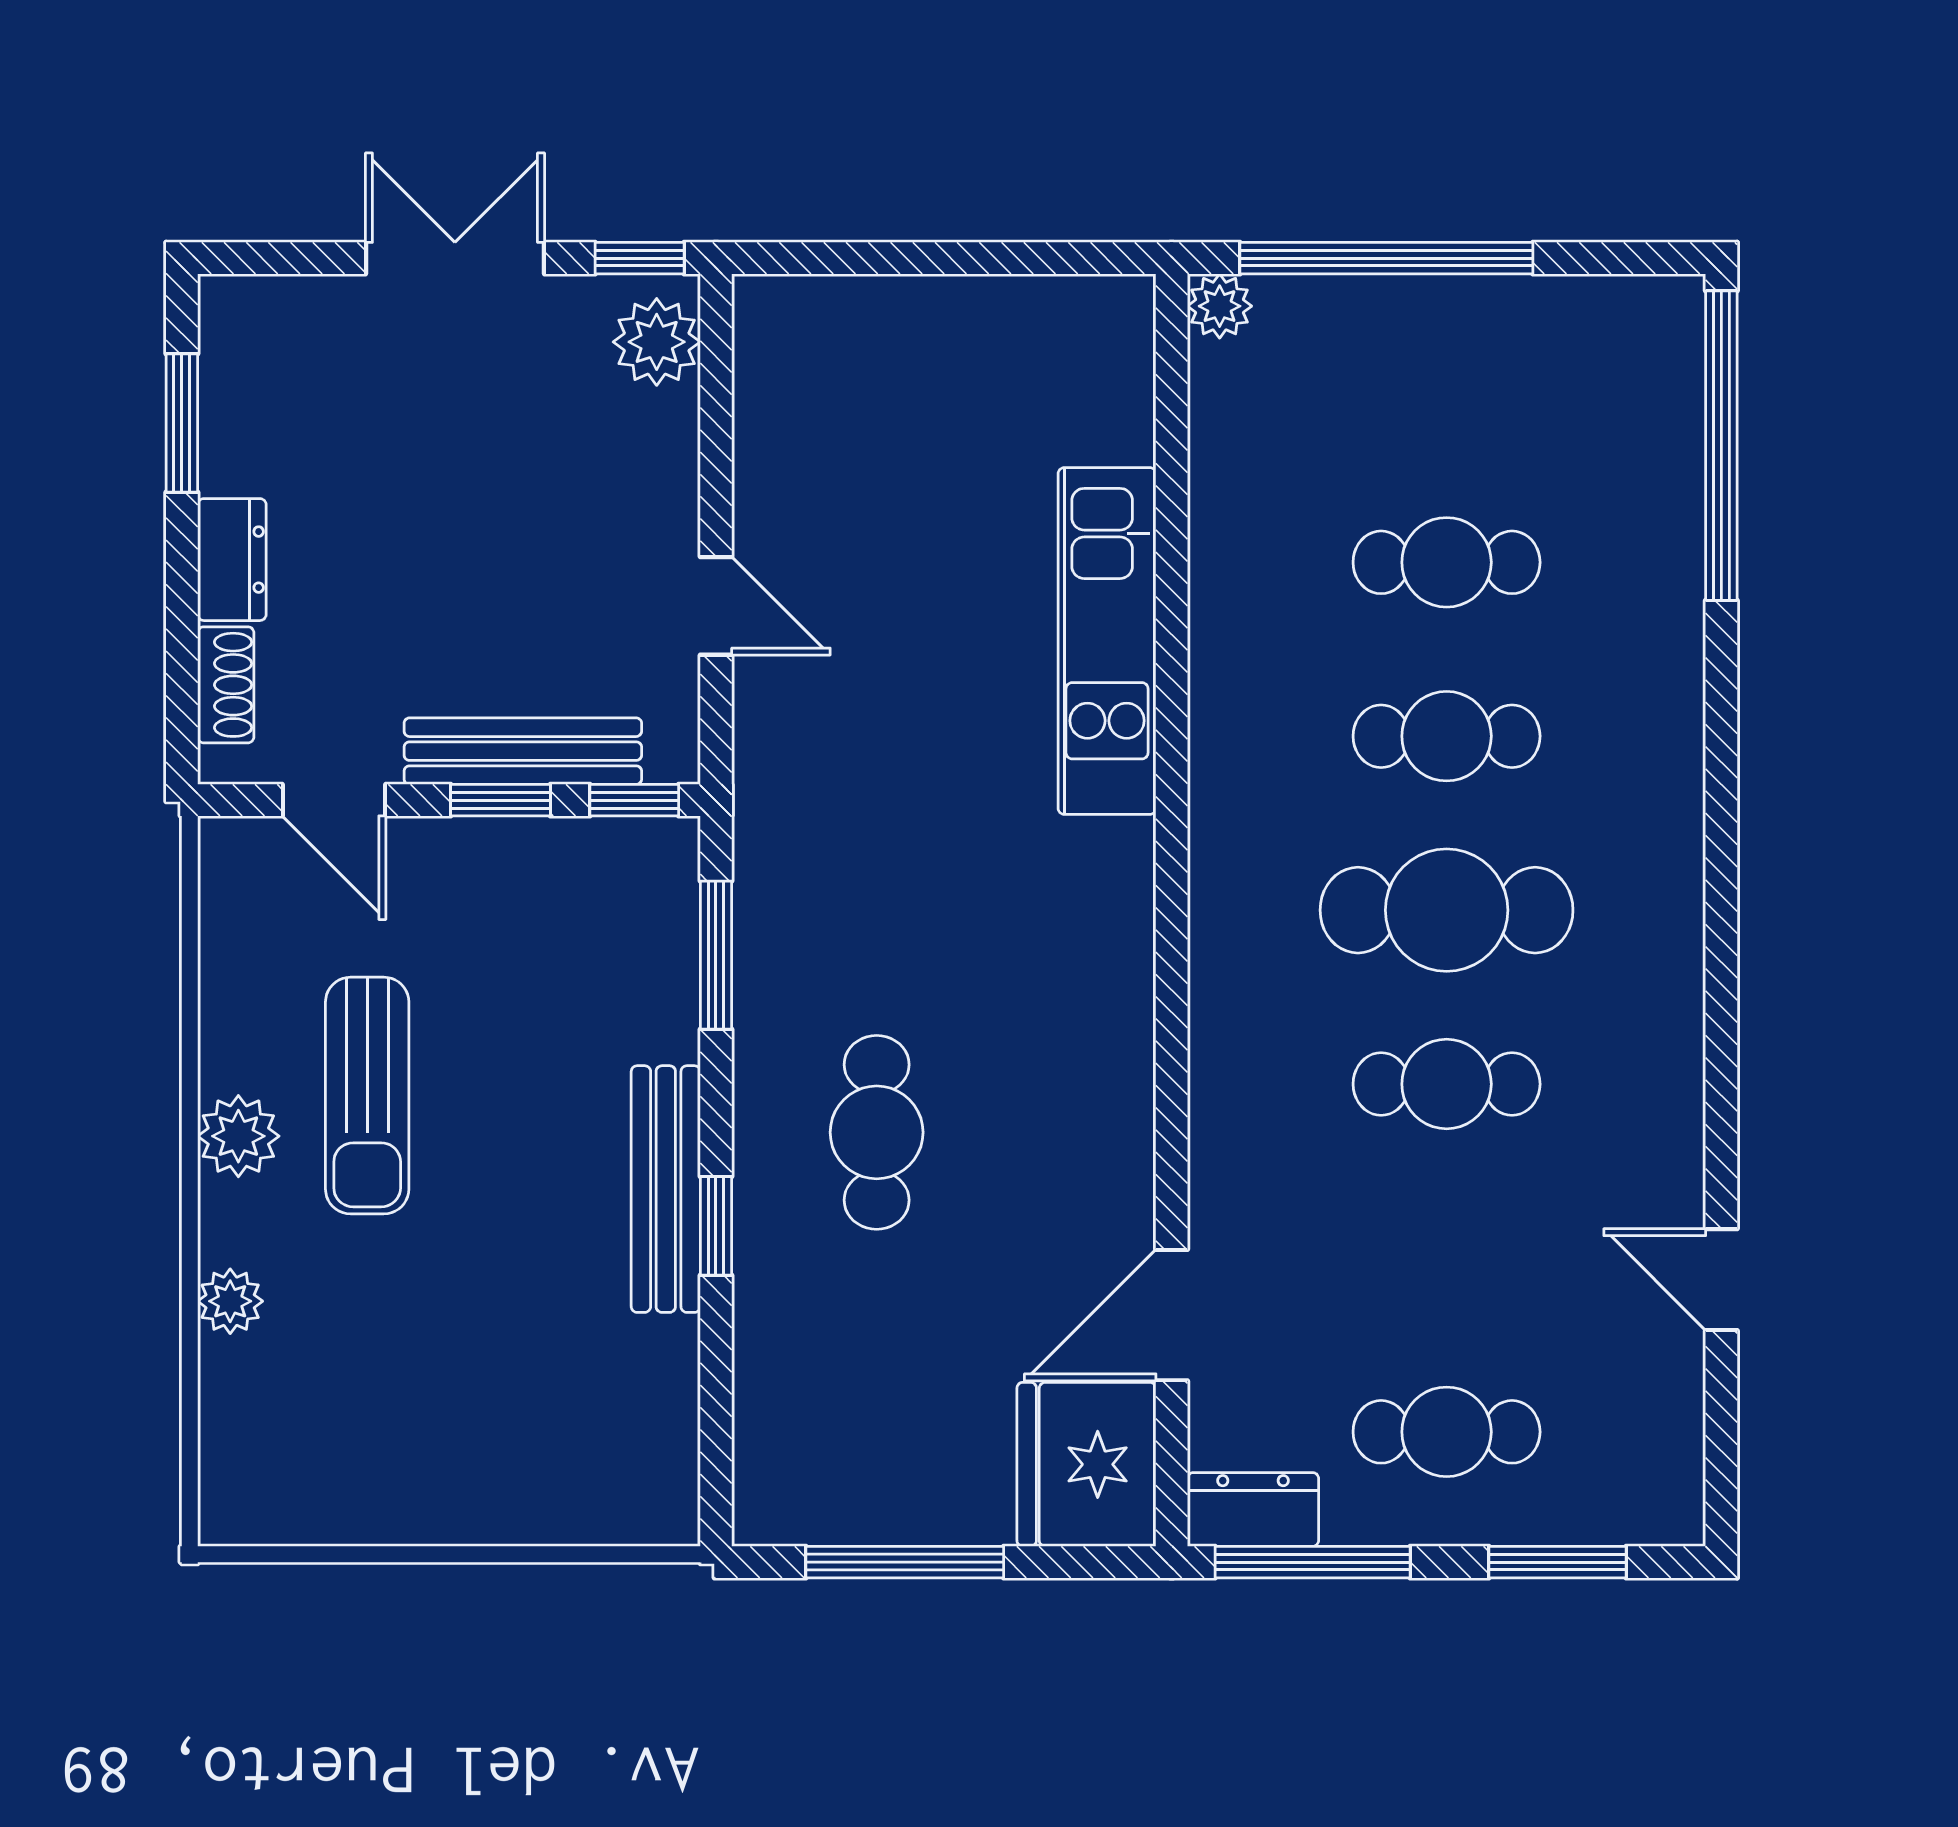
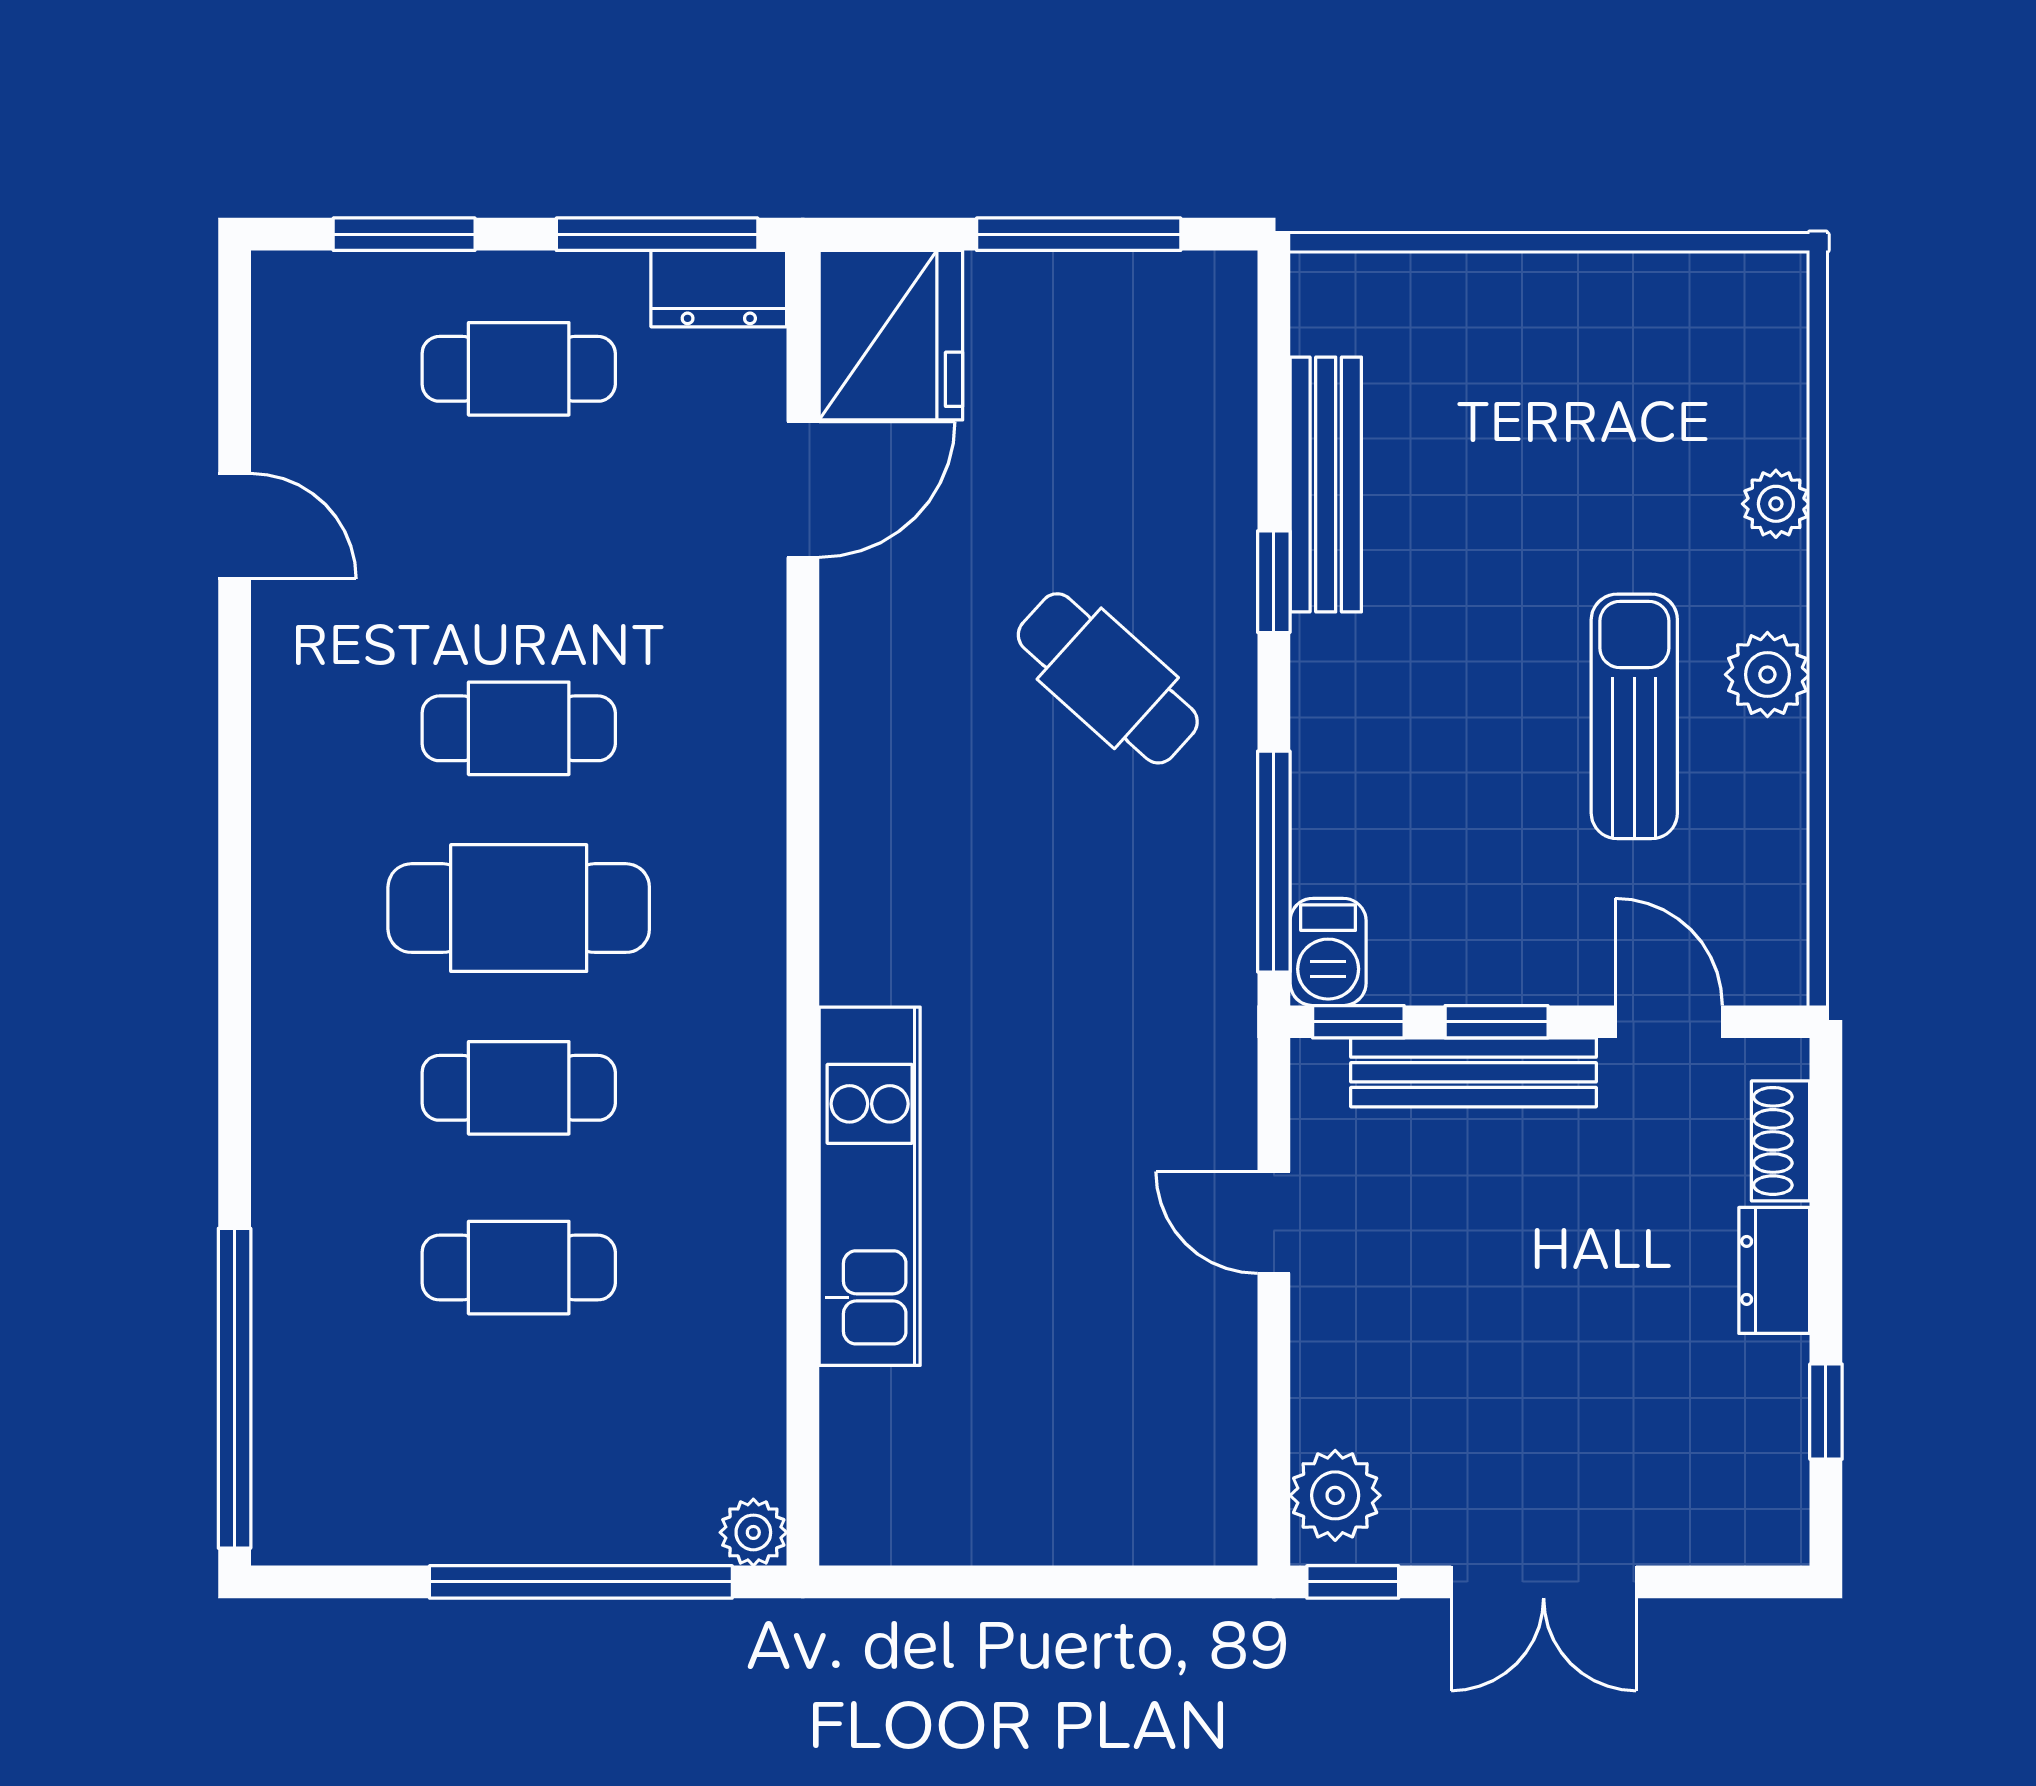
window: (182, 423) -> (1826, 1412), width x0.67
barbecue: (663, 868) -> (1328, 952), added
window: (716, 955) -> (1274, 862), width x1.44
cafe table: (877, 1132) -> (1108, 678), turned -48
bench: (666, 1189) -> (1326, 485), moved

